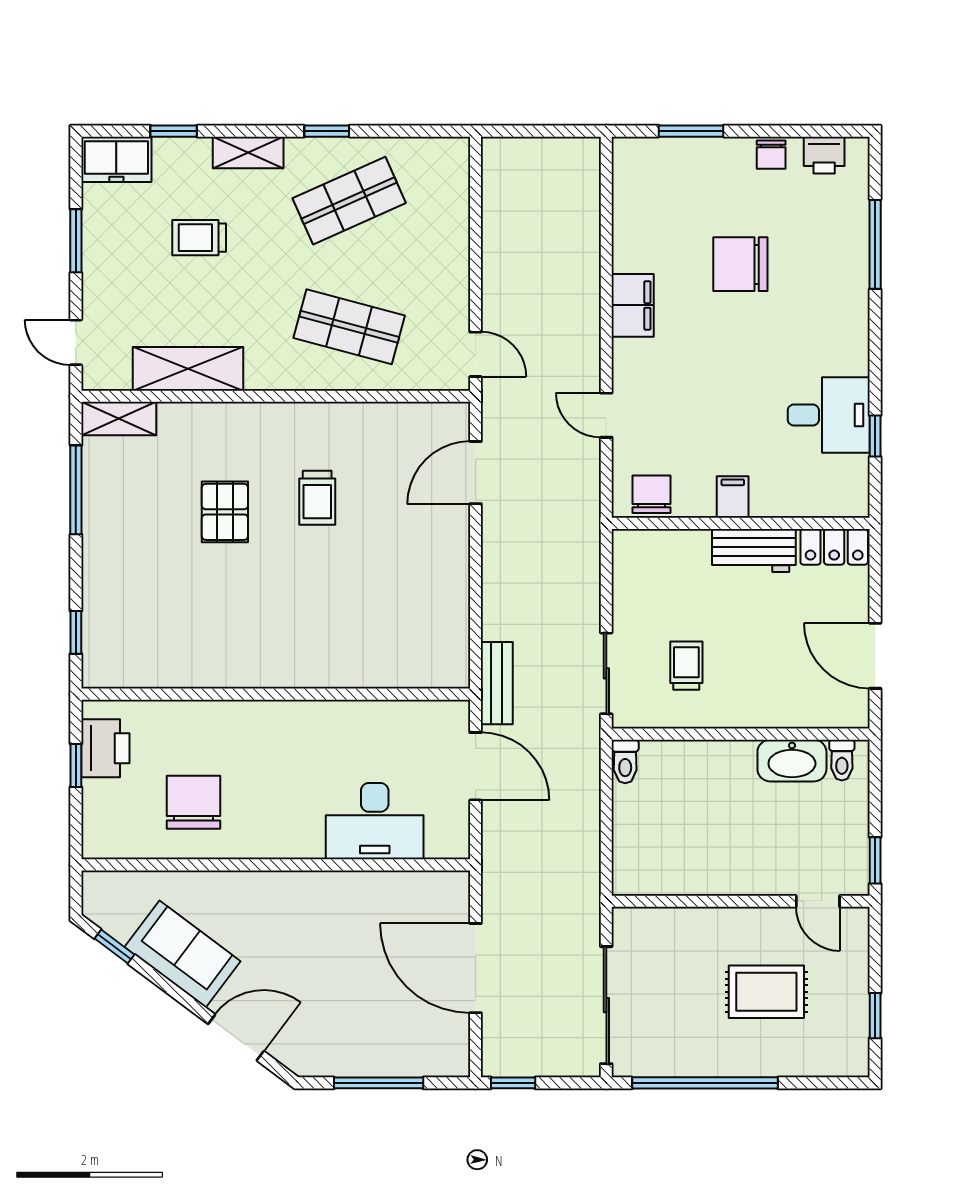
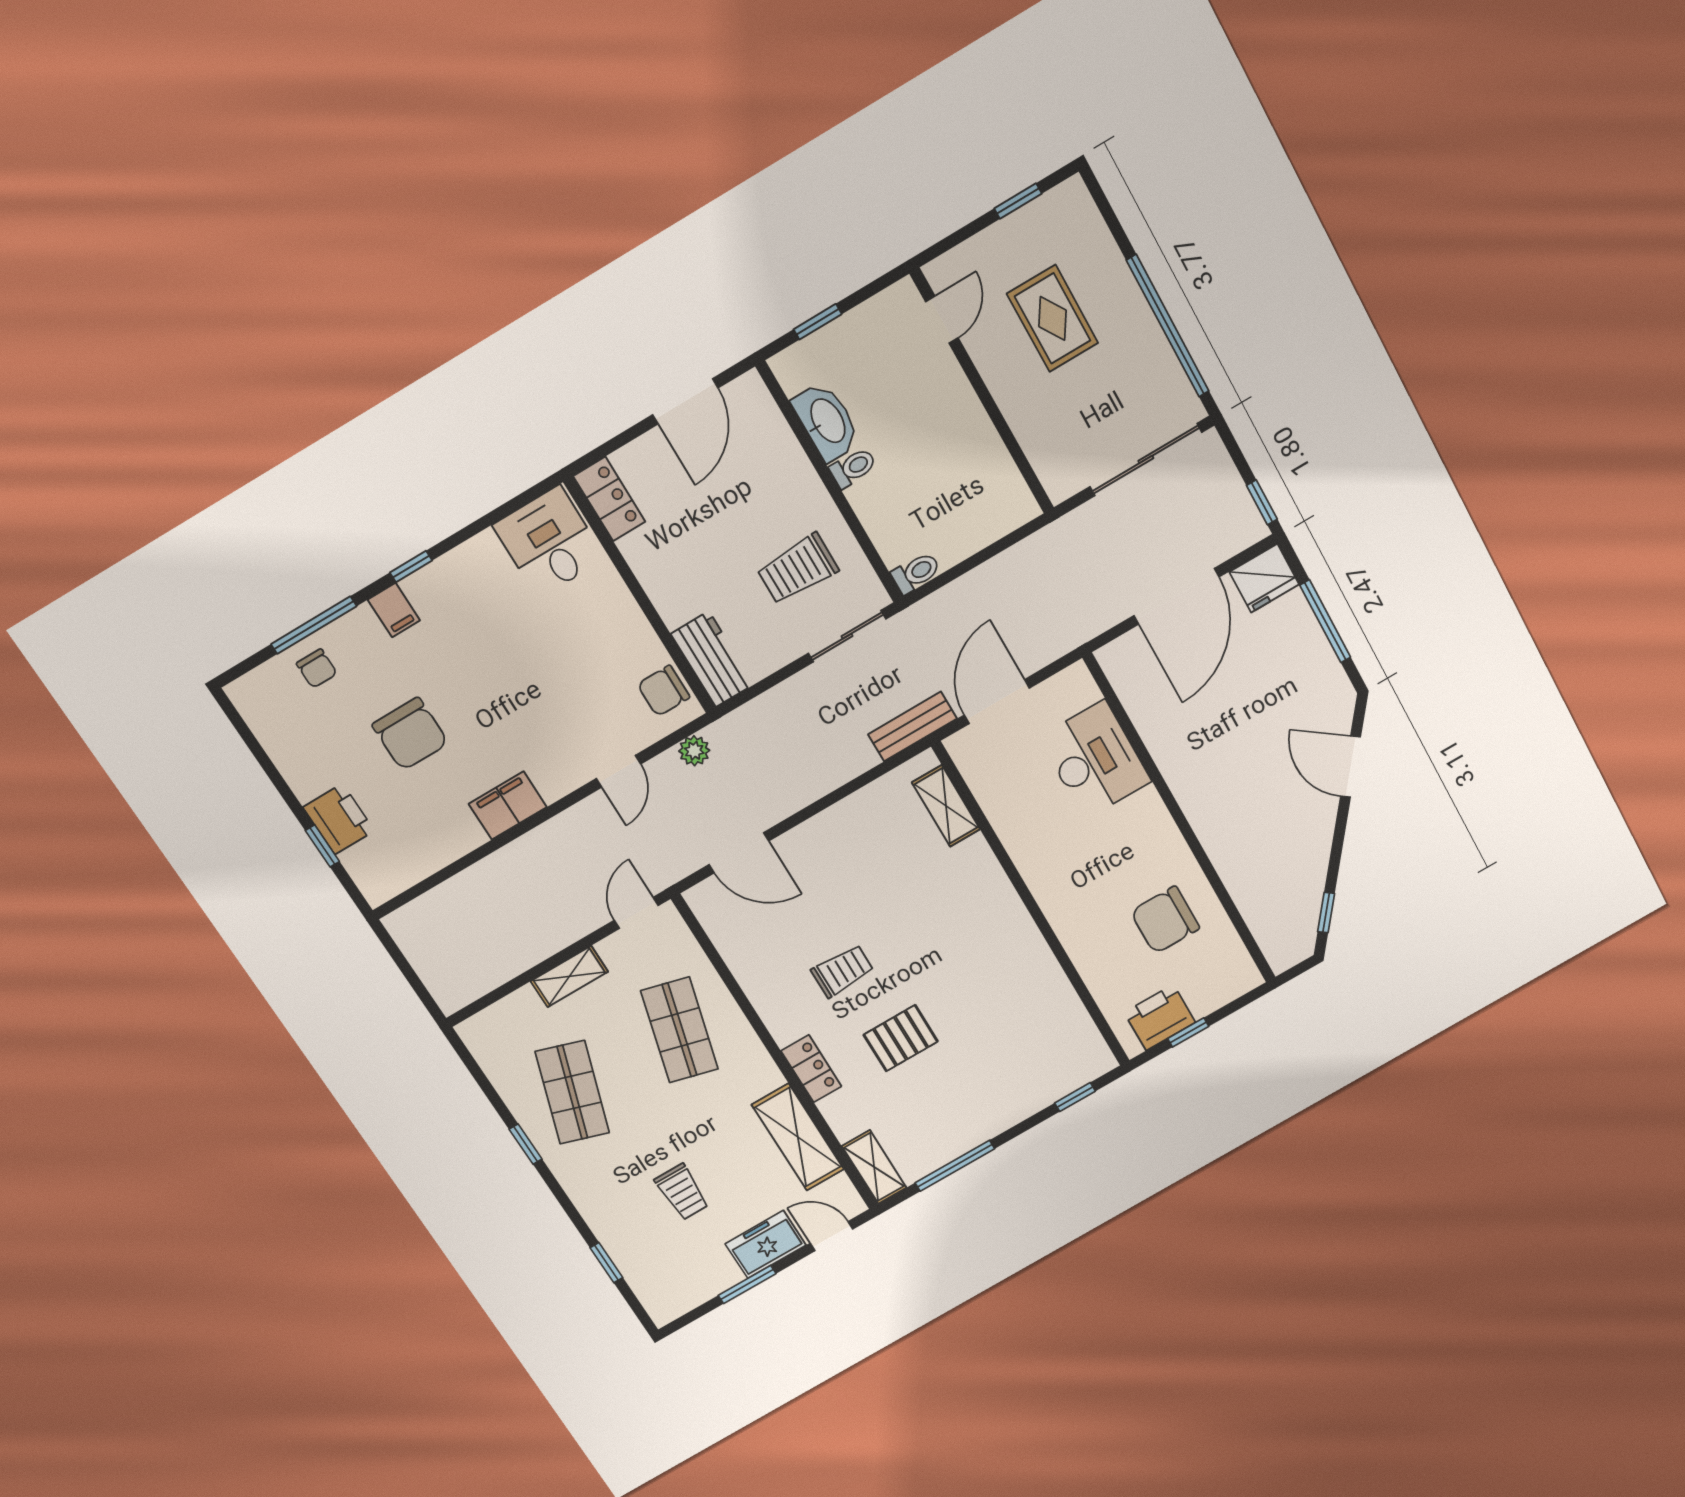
window: (691, 131) -> (322, 846), width x0.67
shelving: (248, 152) -> (569, 976), moved, turned 90
chair: (771, 155) -> (317, 668), moved, turned 90
printer: (824, 155) -> (339, 819), moved, width x1.36, depth x1.24
freezer: (116, 159) -> (766, 1244), moved, turned -90
shop shelf: (349, 201) -> (572, 1092), turned 42
door: (76, 342) -> (831, 1236), swing flipped
desk: (829, 415) -> (549, 542), moved
locker: (244, 418) -> (811, 1069), added
window: (875, 436) -> (411, 567), moved
plant: (586, 489) -> (694, 751), added
filing cabinet: (733, 497) -> (394, 610), moved, turned -90
workbench: (754, 550) -> (712, 659), moved
trolley: (686, 666) -> (798, 569), width x1.36, depth x1.39
shelving: (411, 672) -> (946, 806), added
toilet: (842, 760) -> (853, 468), moved
window: (875, 860) -> (818, 322), moved
sofa: (182, 954) -> (1302, 853), removed
fridge: (447, 1051) -> (1264, 578), added

